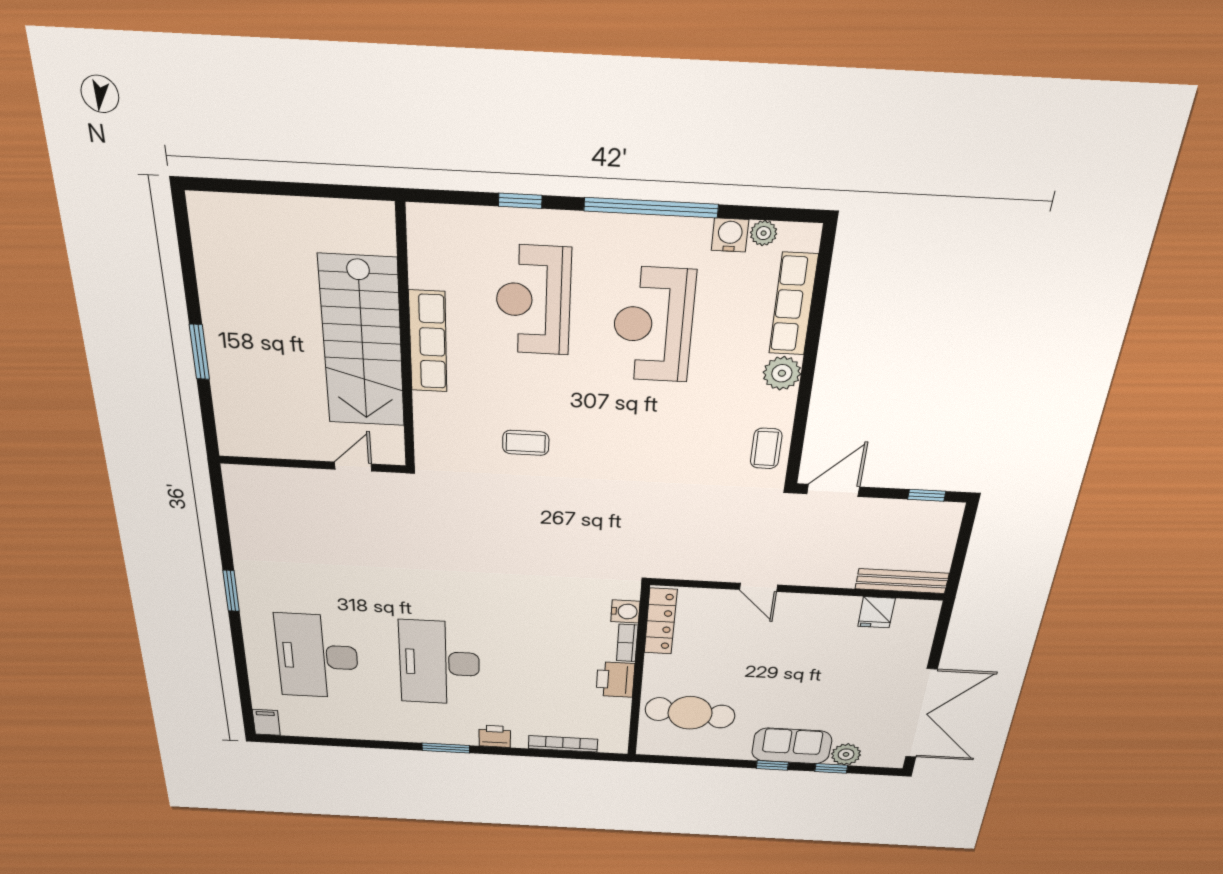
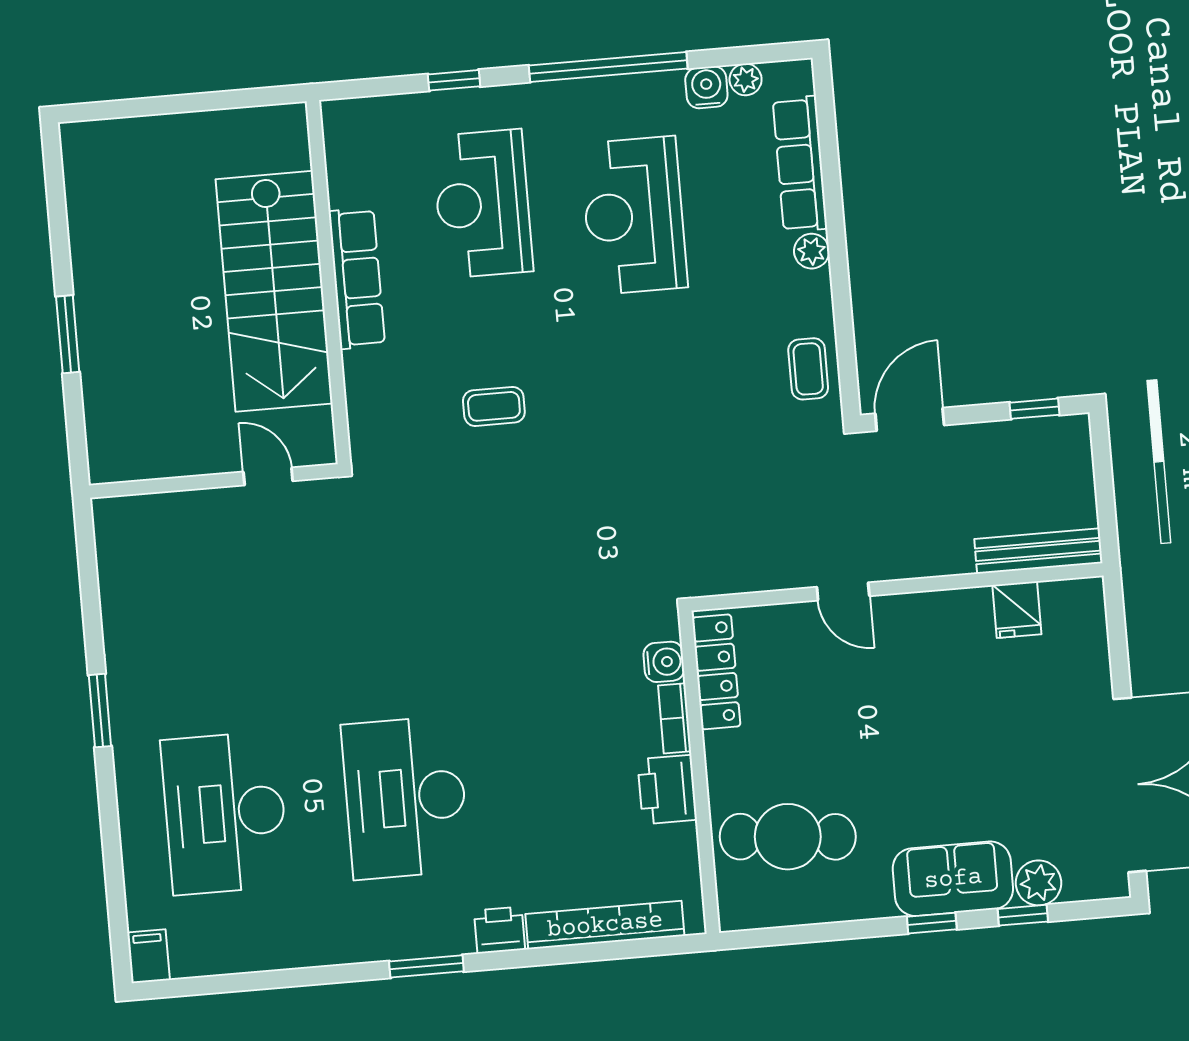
plant: (782, 373) -> (812, 251), width x0.73, depth x0.73
door: (353, 467) -> (268, 476), hinge flipped
bookcase: (563, 744) -> (605, 925), width x1.48, depth x1.31

